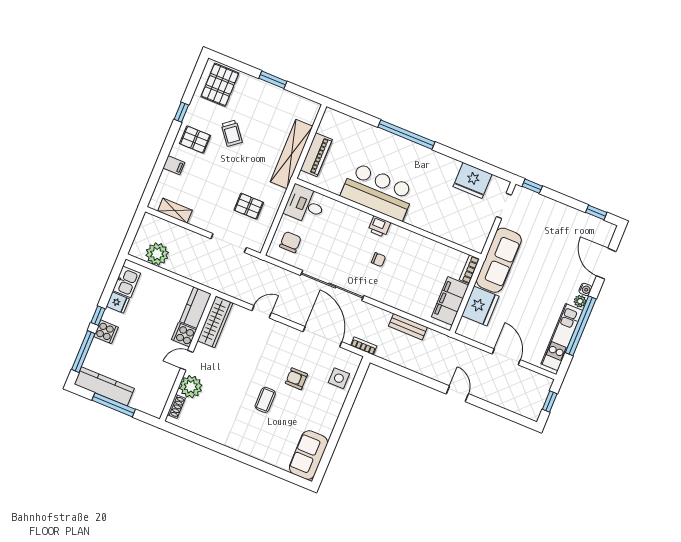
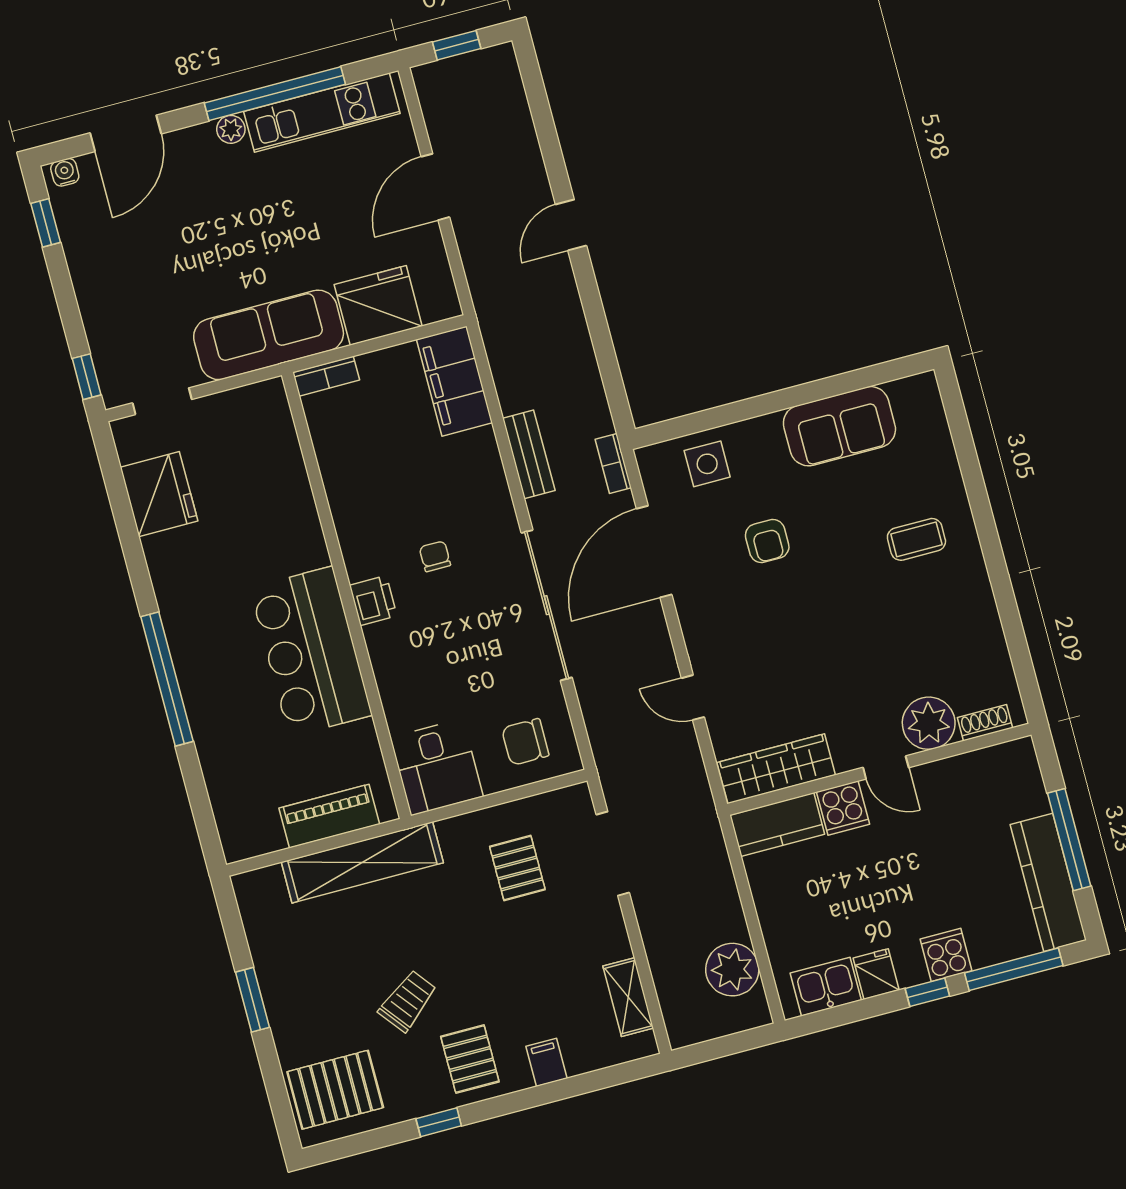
water cooler: (585, 289) -> (65, 172), moved
filing cabinet: (450, 301) -> (454, 381), moved, turned 90
bench: (408, 327) -> (529, 454), moved
coffee table: (265, 400) -> (916, 539), moved
sofa: (308, 455) -> (839, 426), moved

